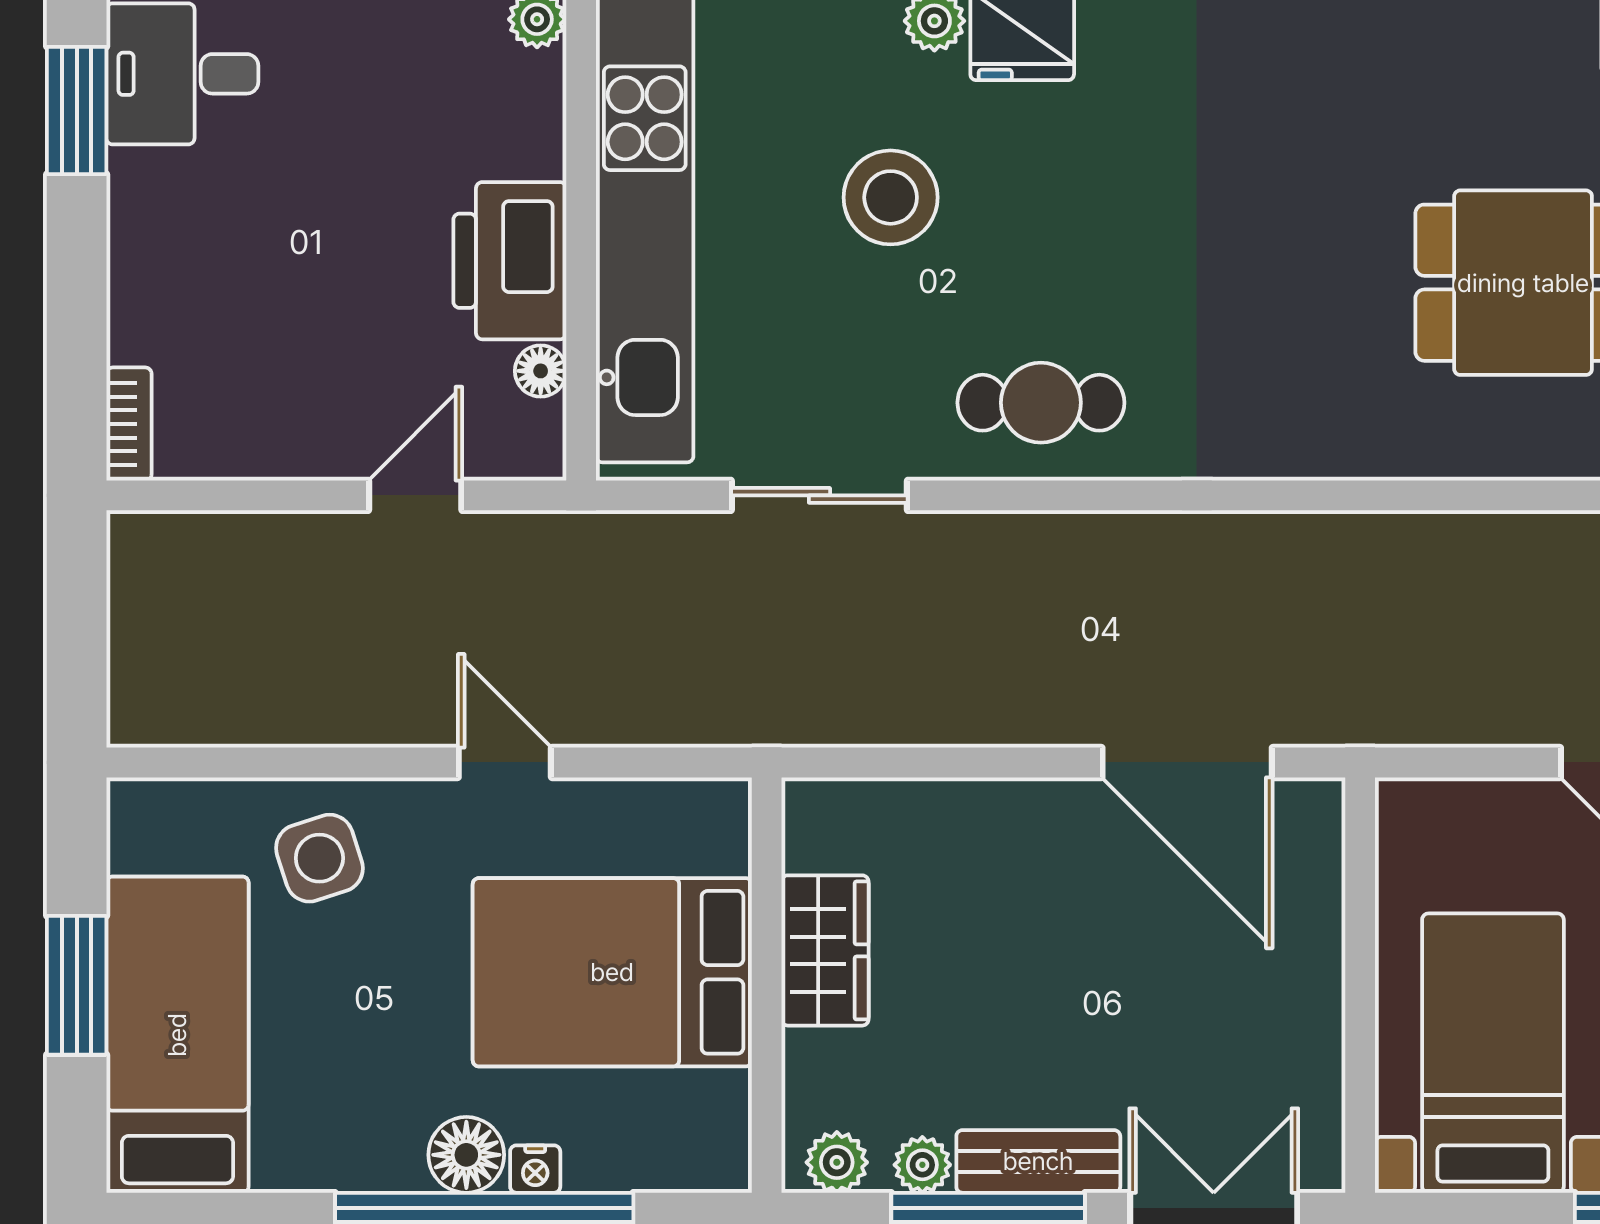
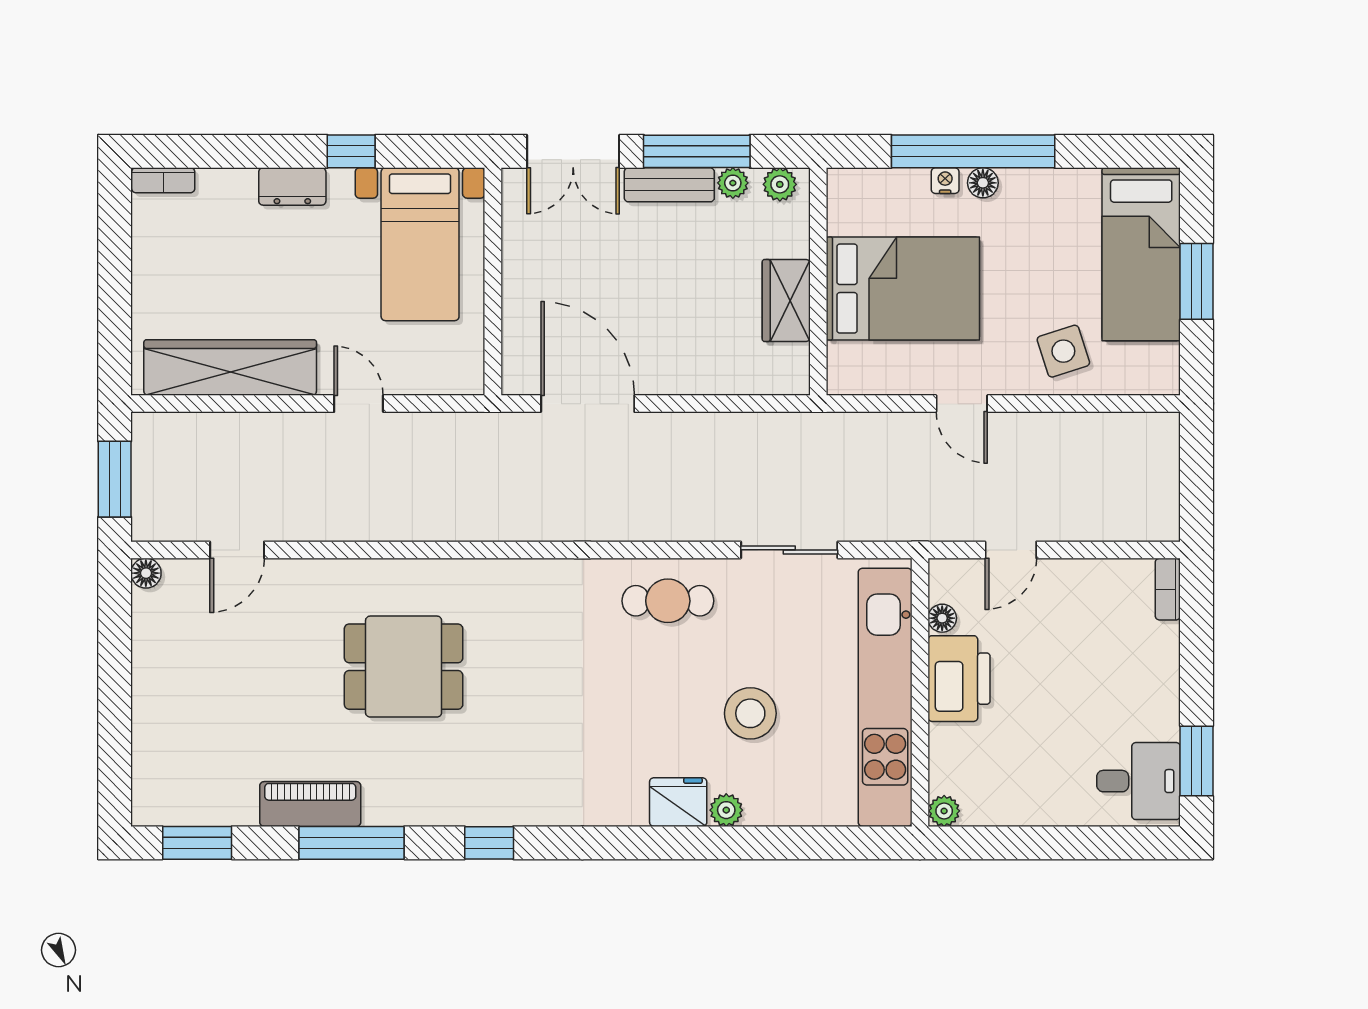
floor lamp: (466, 1155) -> (983, 183), width x0.73, depth x0.73

